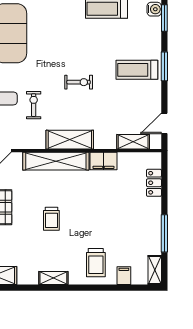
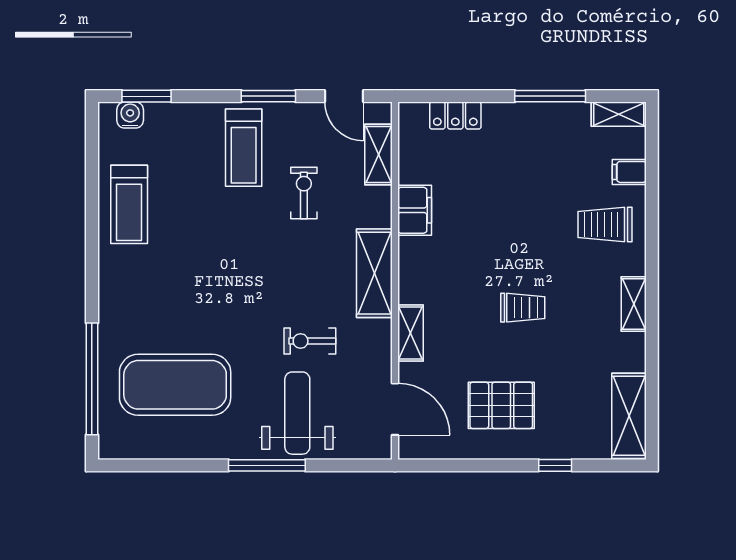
window: (164, 66) -> (268, 96), moved
exercise bike: (79, 82) -> (304, 193), moved
shelving: (56, 161) -> (411, 333), width x0.45, depth x0.75
trolley: (96, 263) -> (605, 225), turned 180

